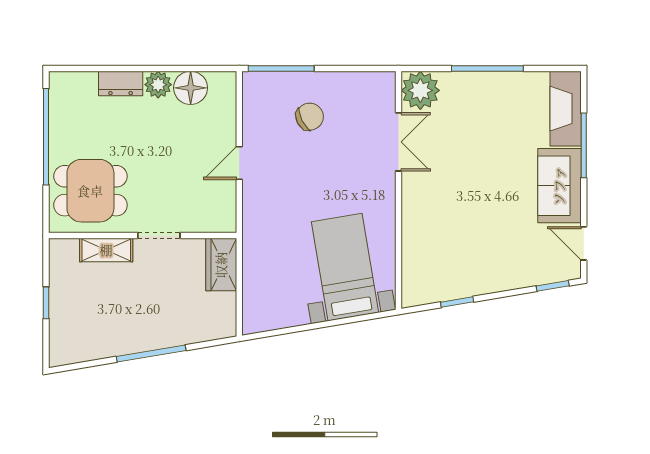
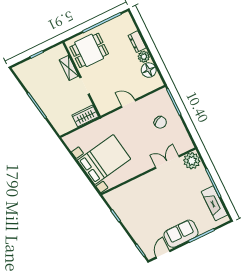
fireplace: (566, 109) -> (214, 203), moved, turned -90
double door: (398, 142) -> (167, 162), swing flipped
dining table: (90, 191) -> (89, 50), turned 90
bed with nightstands: (345, 267) -> (104, 160), width x1.36

